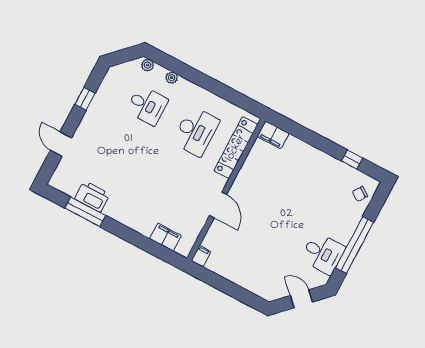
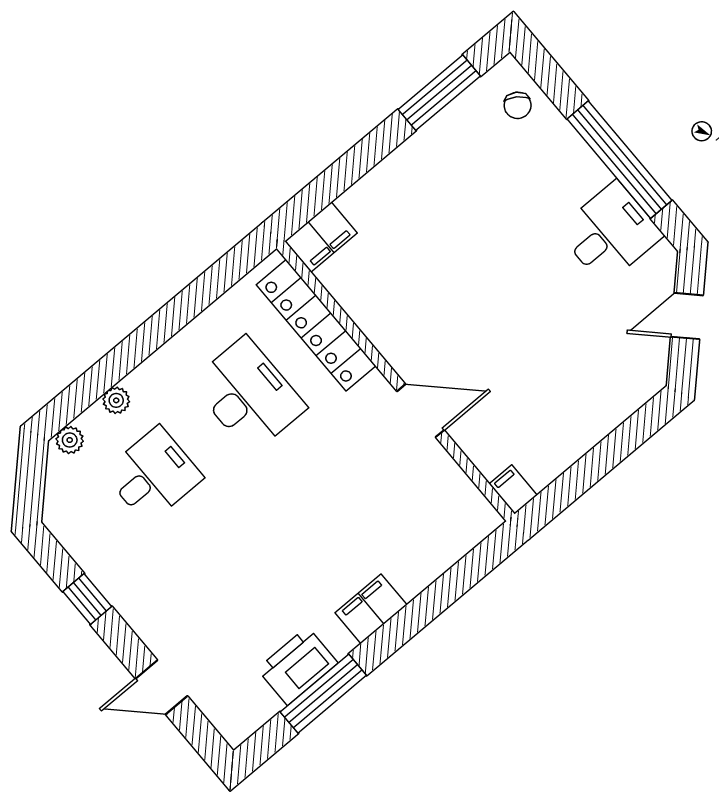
window: (352, 160) -> (439, 93), width x2.17
filing cabinet: (165, 237) -> (371, 609), moved

